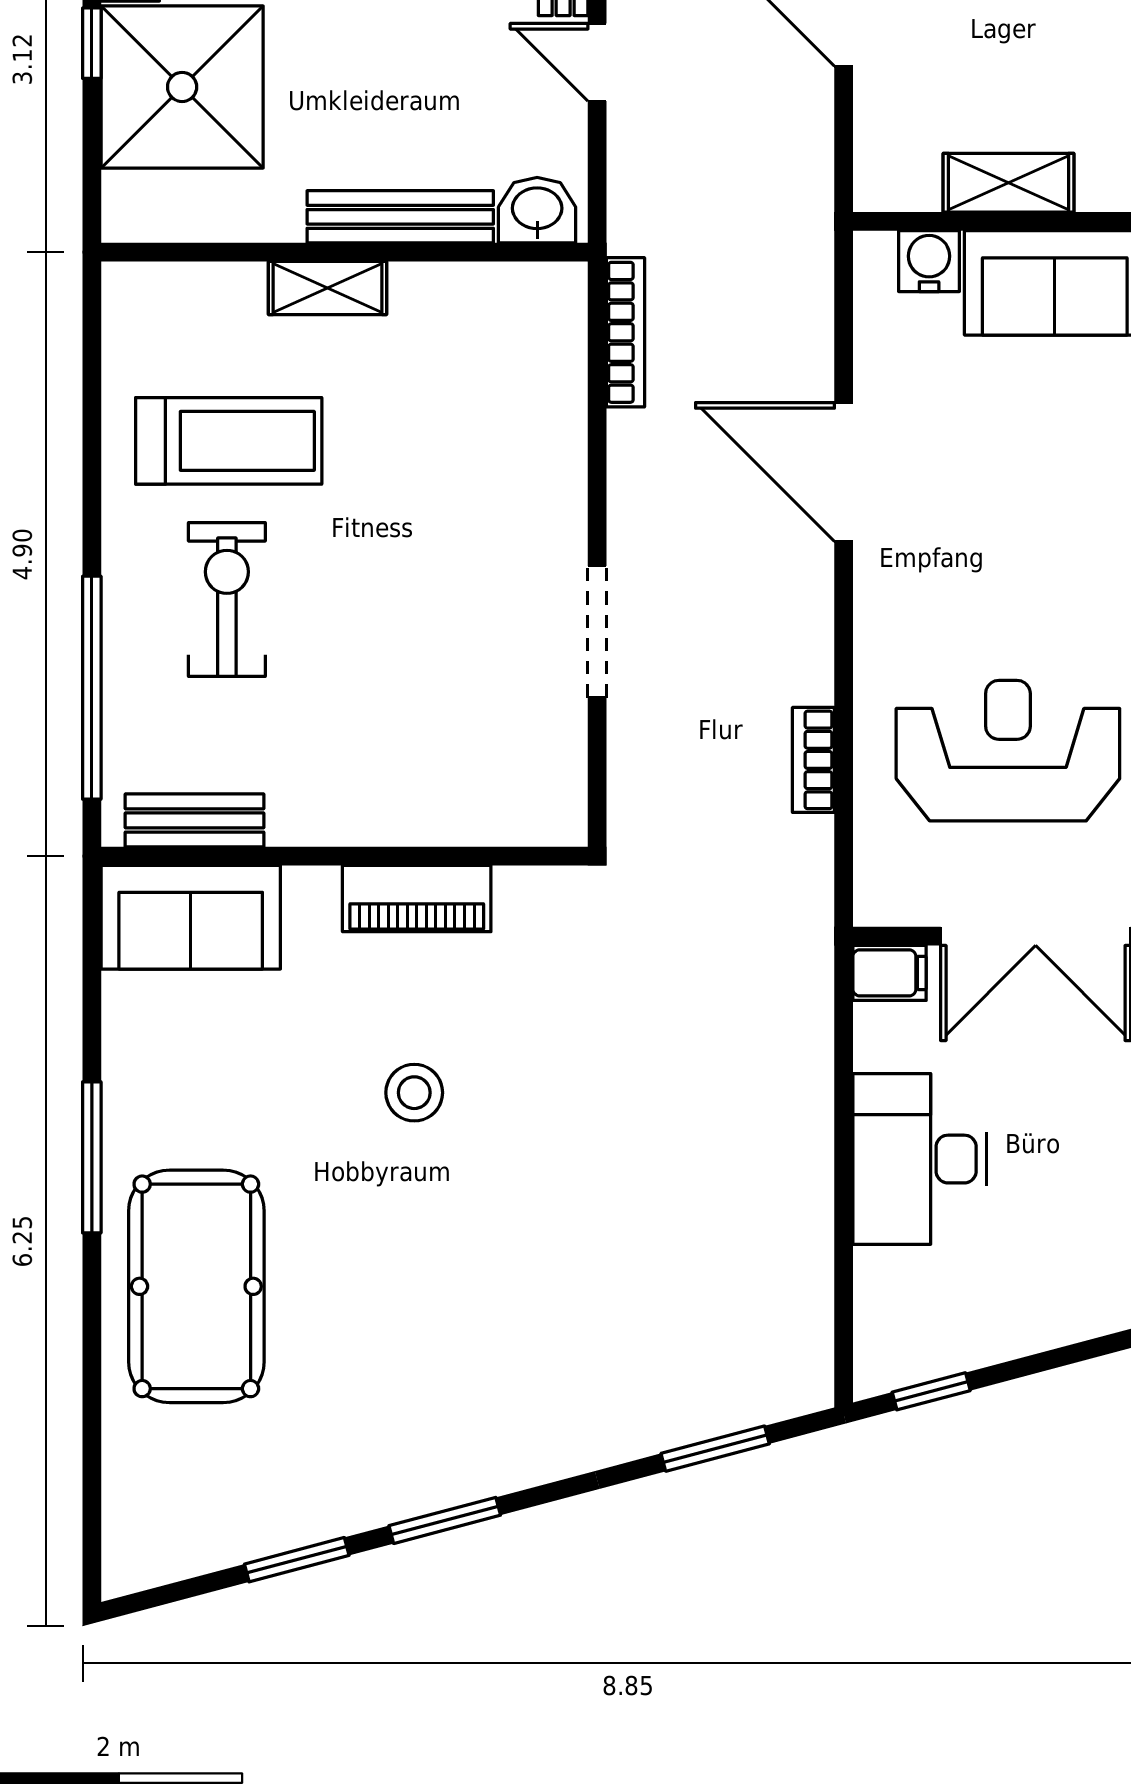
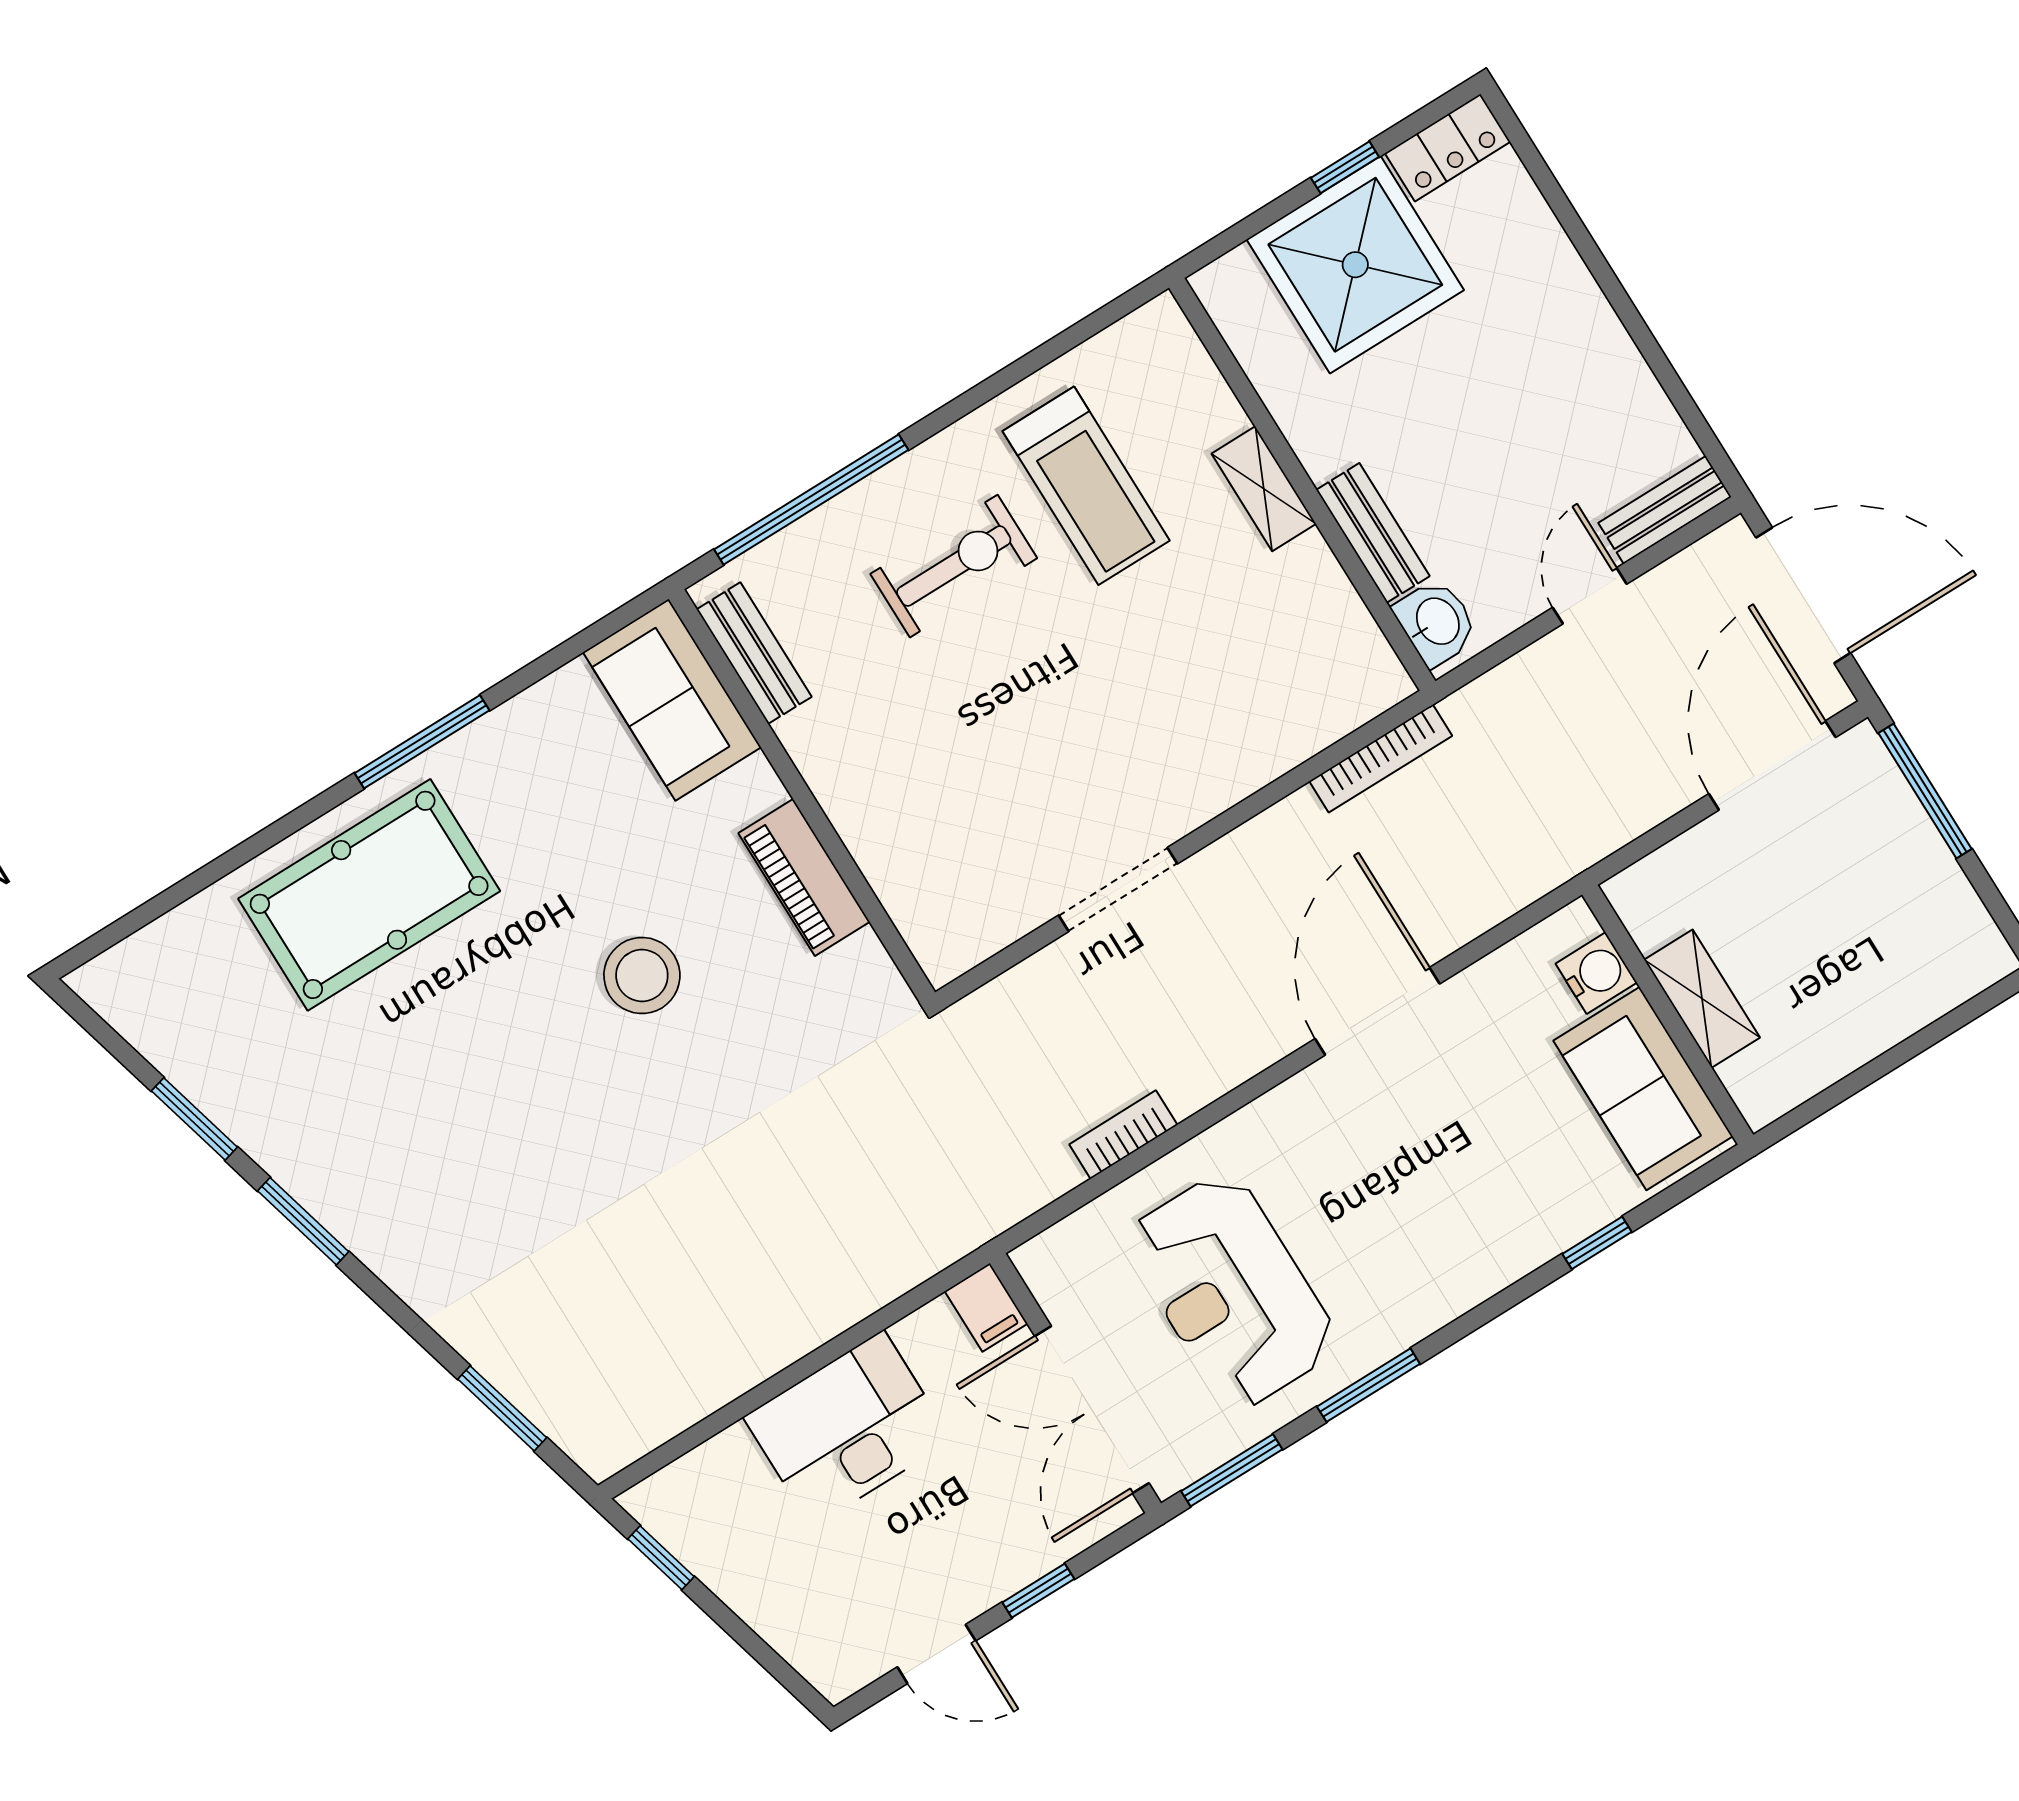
bench: (400, 217) -> (1373, 533), width x0.73
reception desk: (1008, 751) -> (1231, 1291), turned 180
stool: (414, 1093) -> (642, 975), width x1.38, depth x1.38

